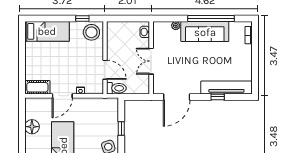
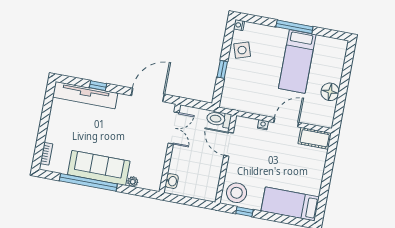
double door: (151, 61) -> (174, 128), moved

